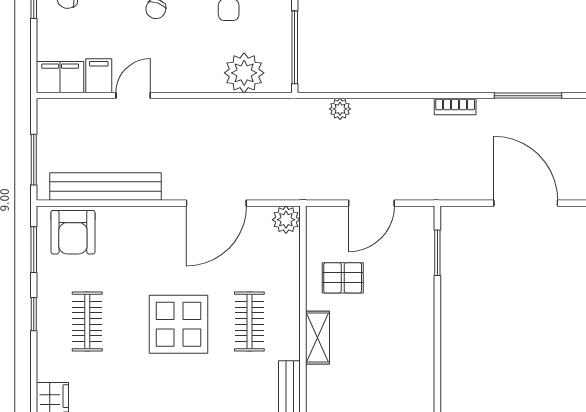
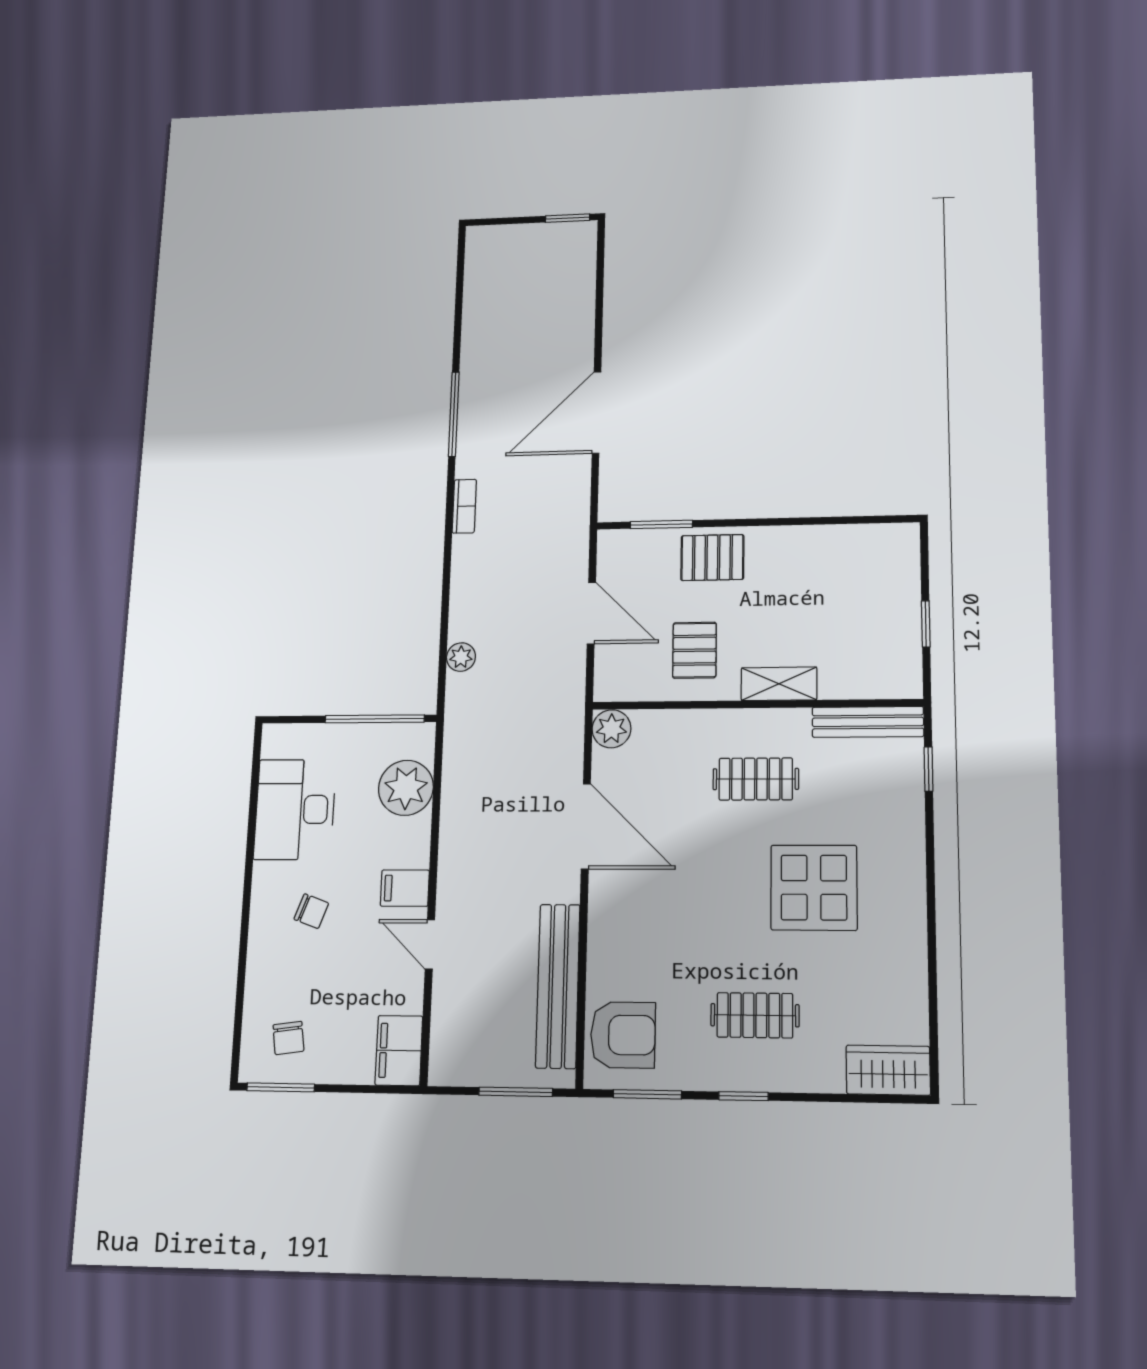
filing cabinet: (99, 76) -> (405, 888), moved
pallet: (411, 290) -> (712, 558), added
display table: (179, 324) -> (814, 888), moved

